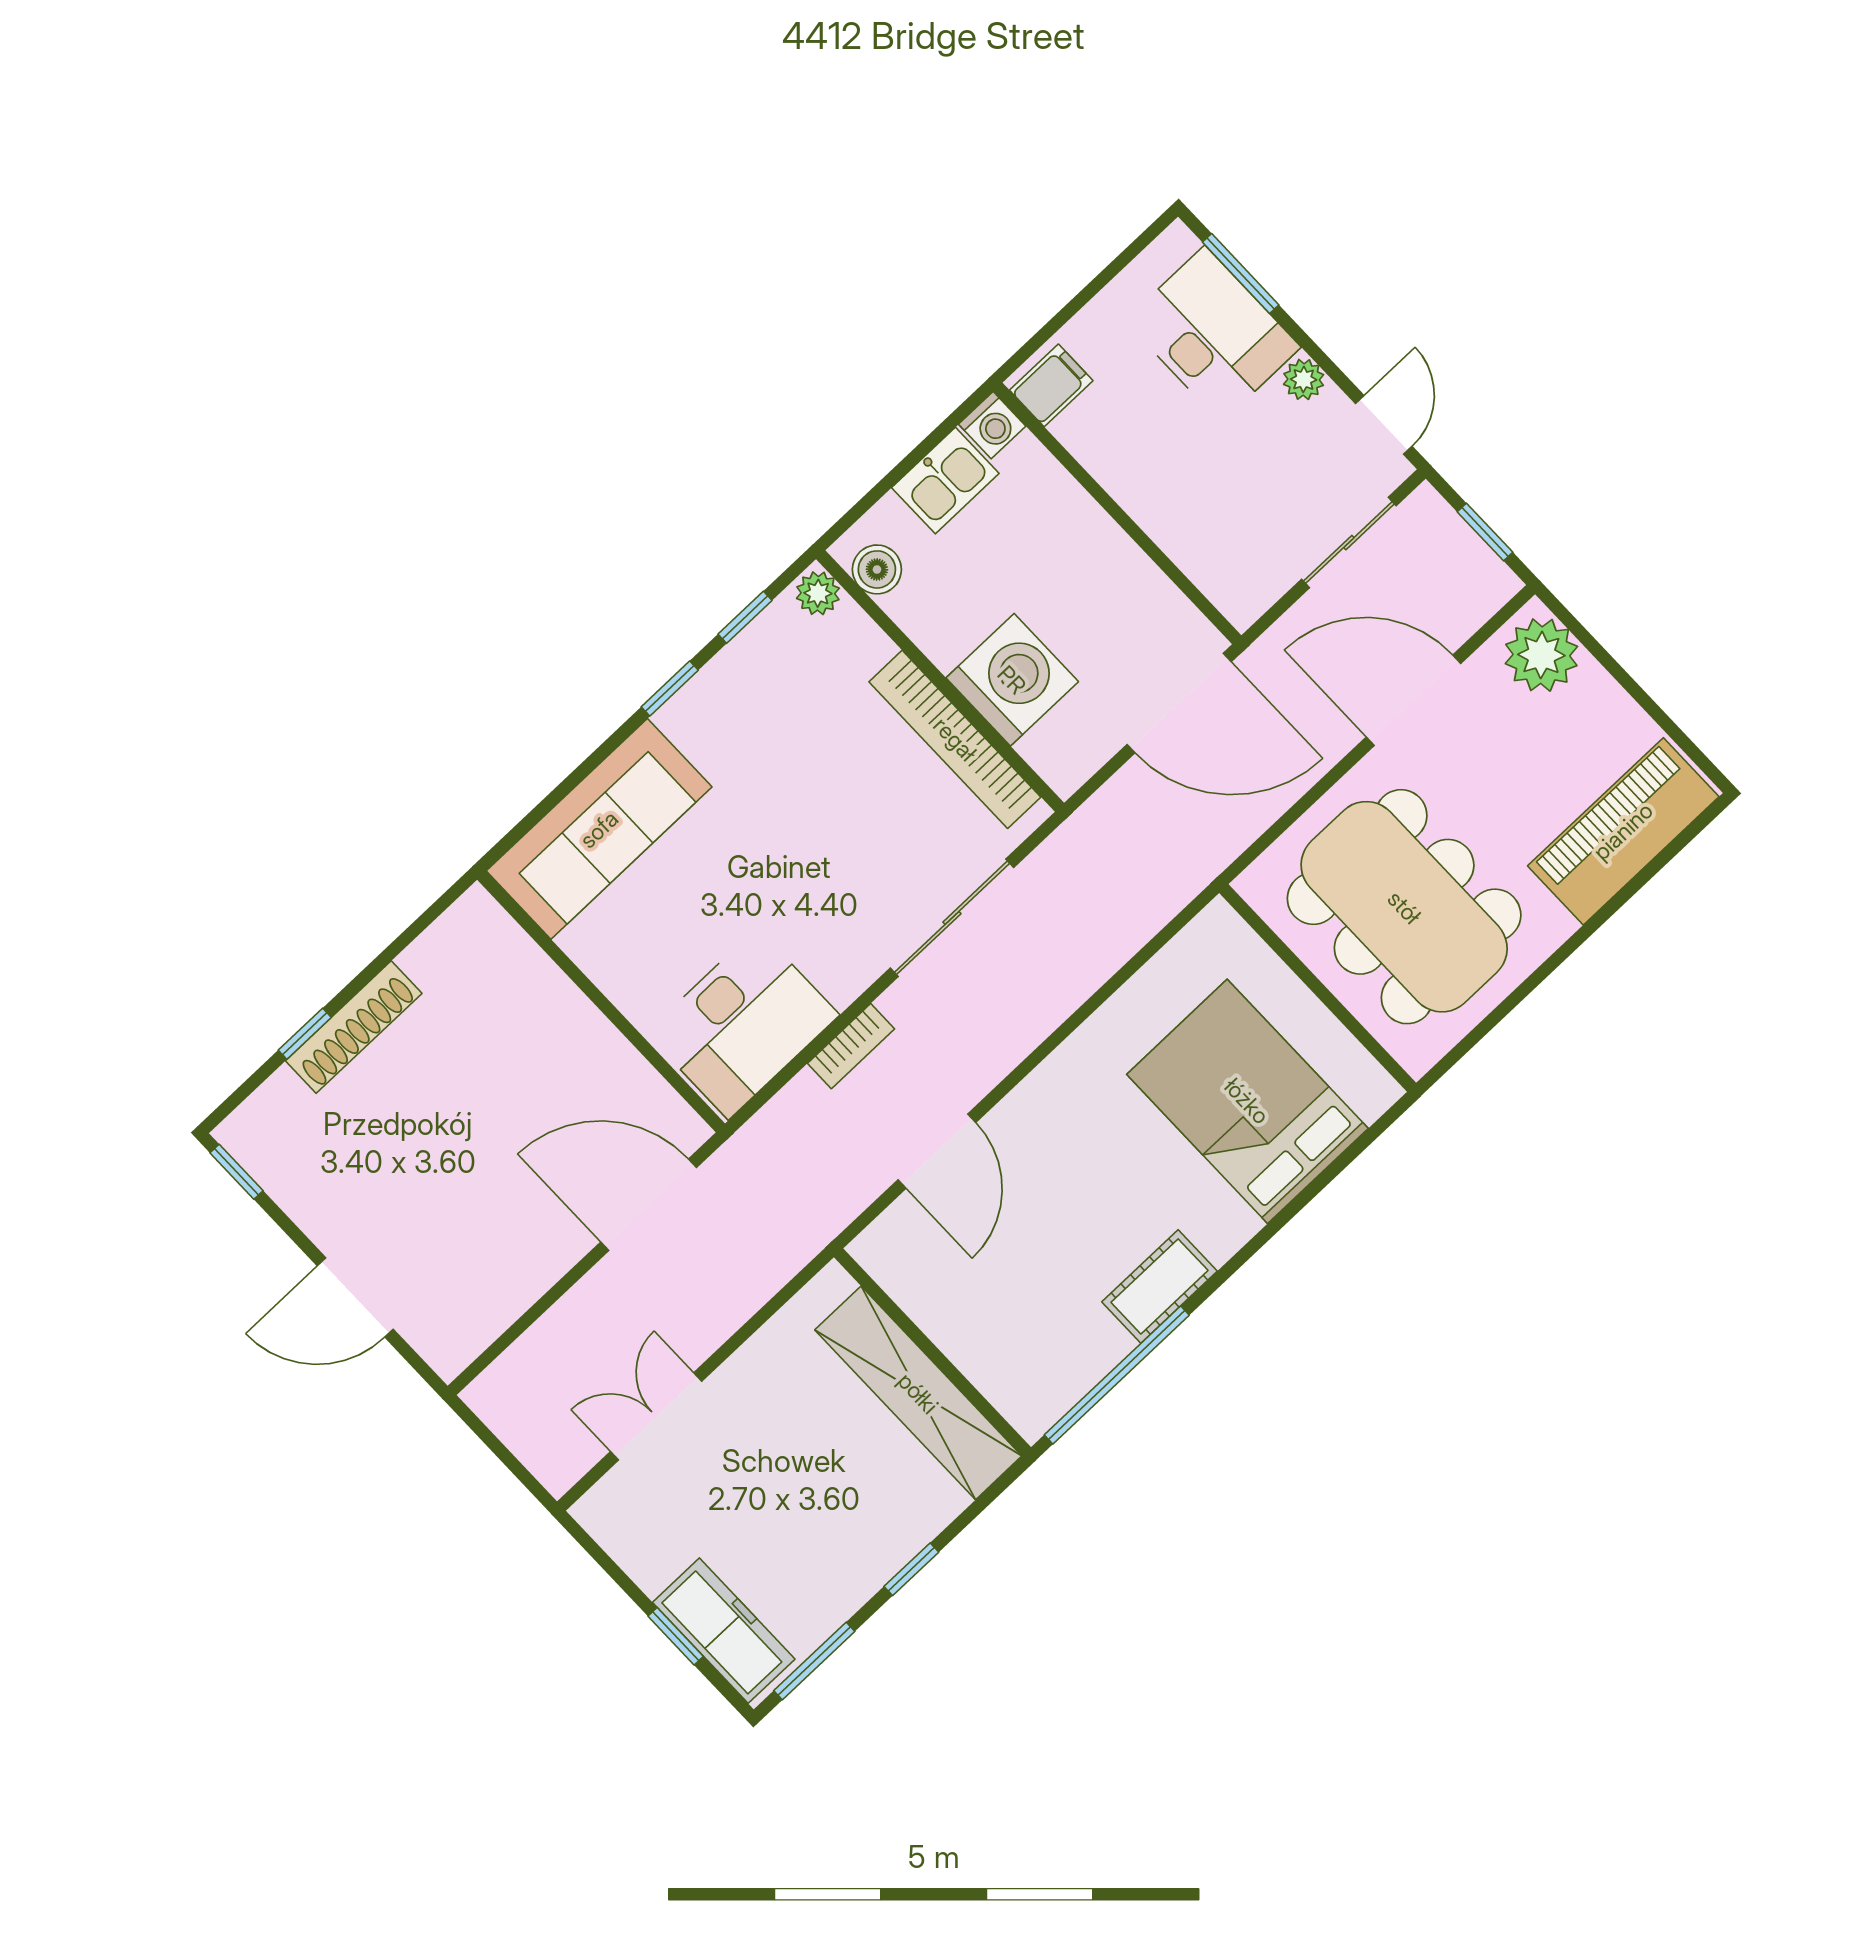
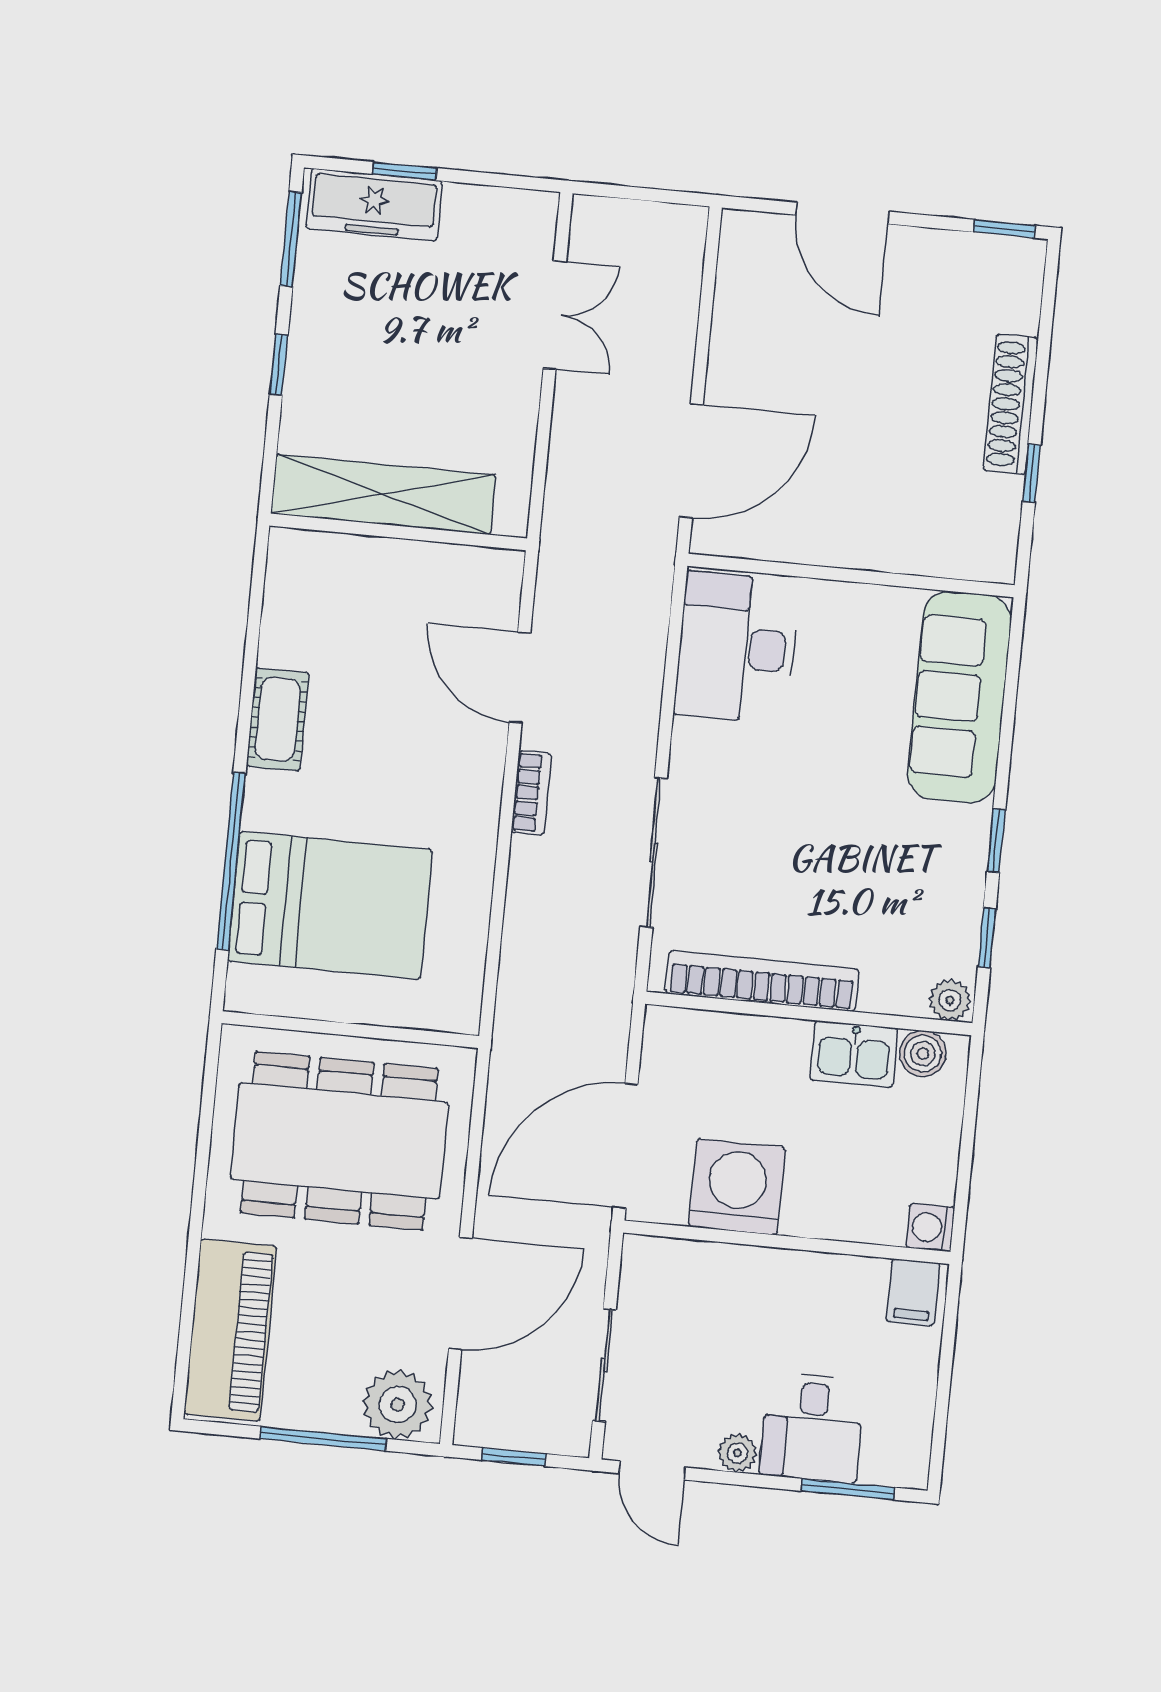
desk: (1213, 334) -> (812, 1427), width x0.73
kitchen sink: (945, 481) -> (854, 1054), moved, turned -90
washing machine: (1012, 680) -> (737, 1187), moved, turned 180
window: (1625, 680) -> (323, 1439), added
window: (305, 1034) -> (1032, 473), moved
bookcase: (851, 1046) -> (531, 793), moved, turned 180
door: (355, 1297) -> (842, 213), swing flipped
window: (1117, 1375) -> (231, 861), moved

